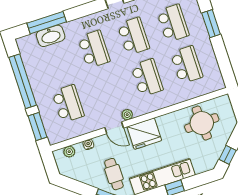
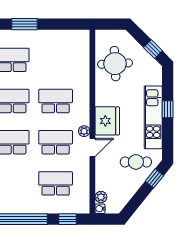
school desk: (187, 65) -> (56, 142), moved
window: (38, 127) -> (68, 219), width x0.67
water cooler: (88, 144) -> (100, 209), moved

